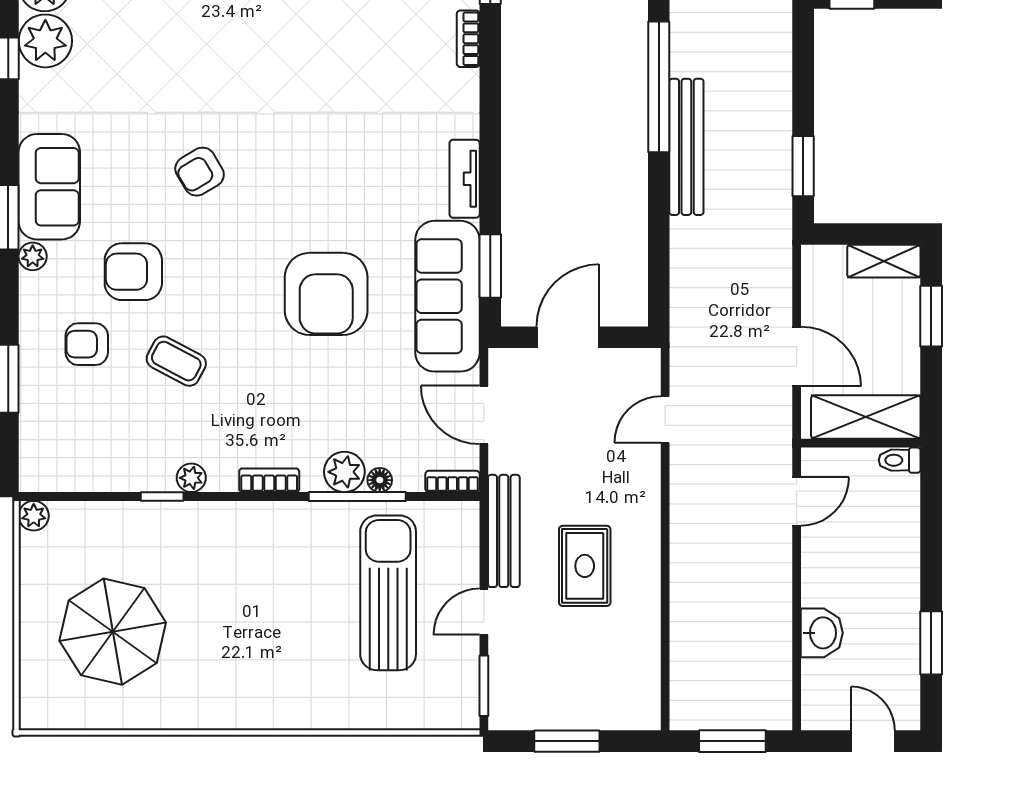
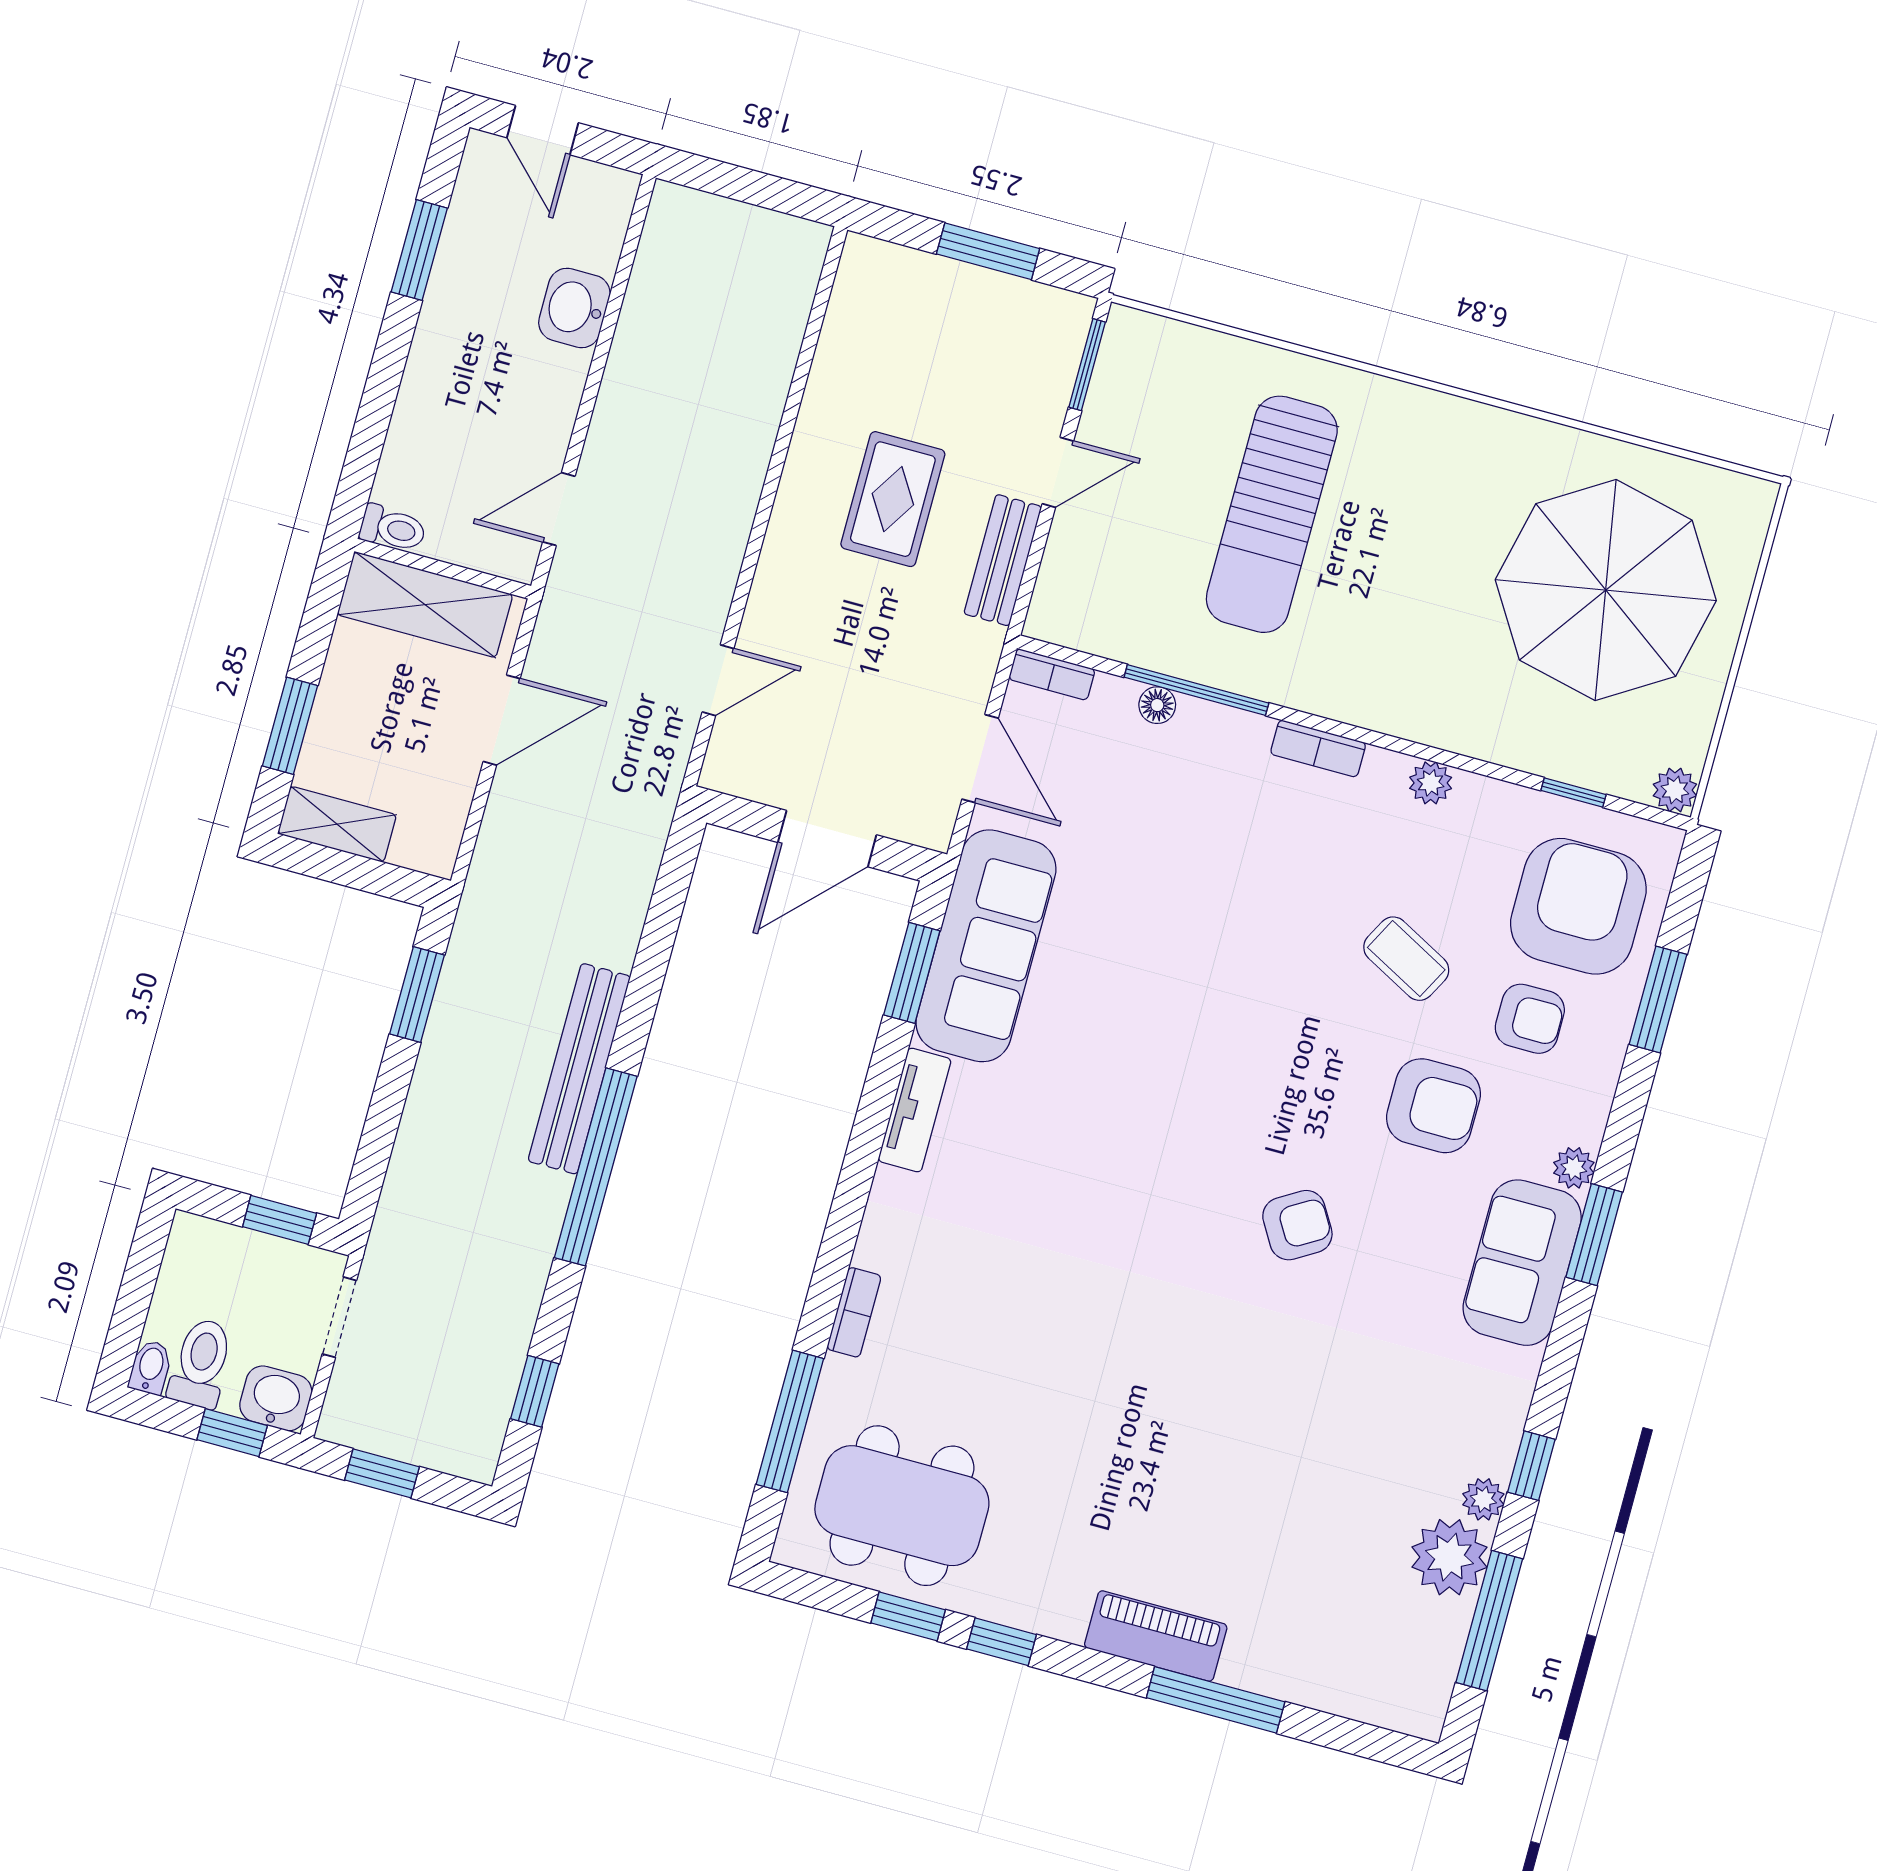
plant: (45, 41) -> (1483, 1499), width x0.53, depth x0.53
armchair: (326, 294) -> (1578, 906), moved
door: (797, 356) -> (502, 720), swing flipped
plant: (344, 472) -> (1205, 731), removed
window: (162, 496) -> (1573, 792), moved
bench: (504, 531) -> (1003, 560), width x0.73
sun lounger: (388, 593) -> (1272, 514), moved
parasol: (113, 632) -> (1606, 590), width x1.36, depth x1.36
window: (732, 741) -> (747, 186), removed

